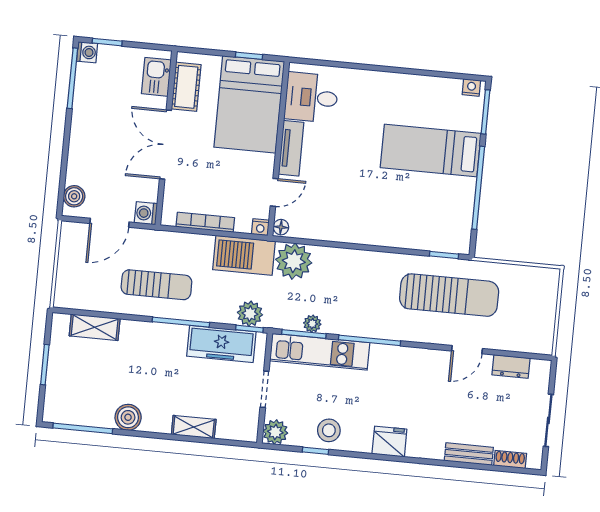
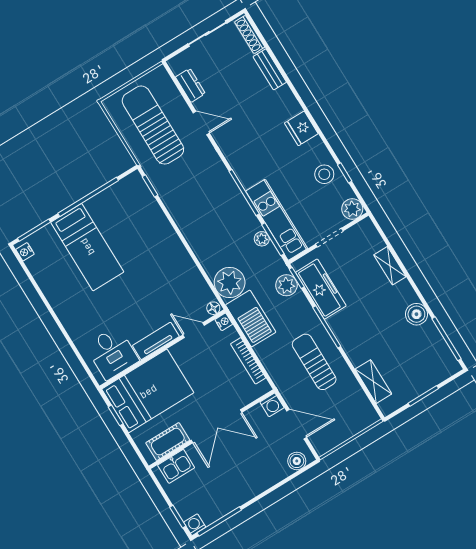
sun lounger: (449, 295) -> (153, 125), moved
shoe rack: (510, 459) -> (250, 34), width x1.43

